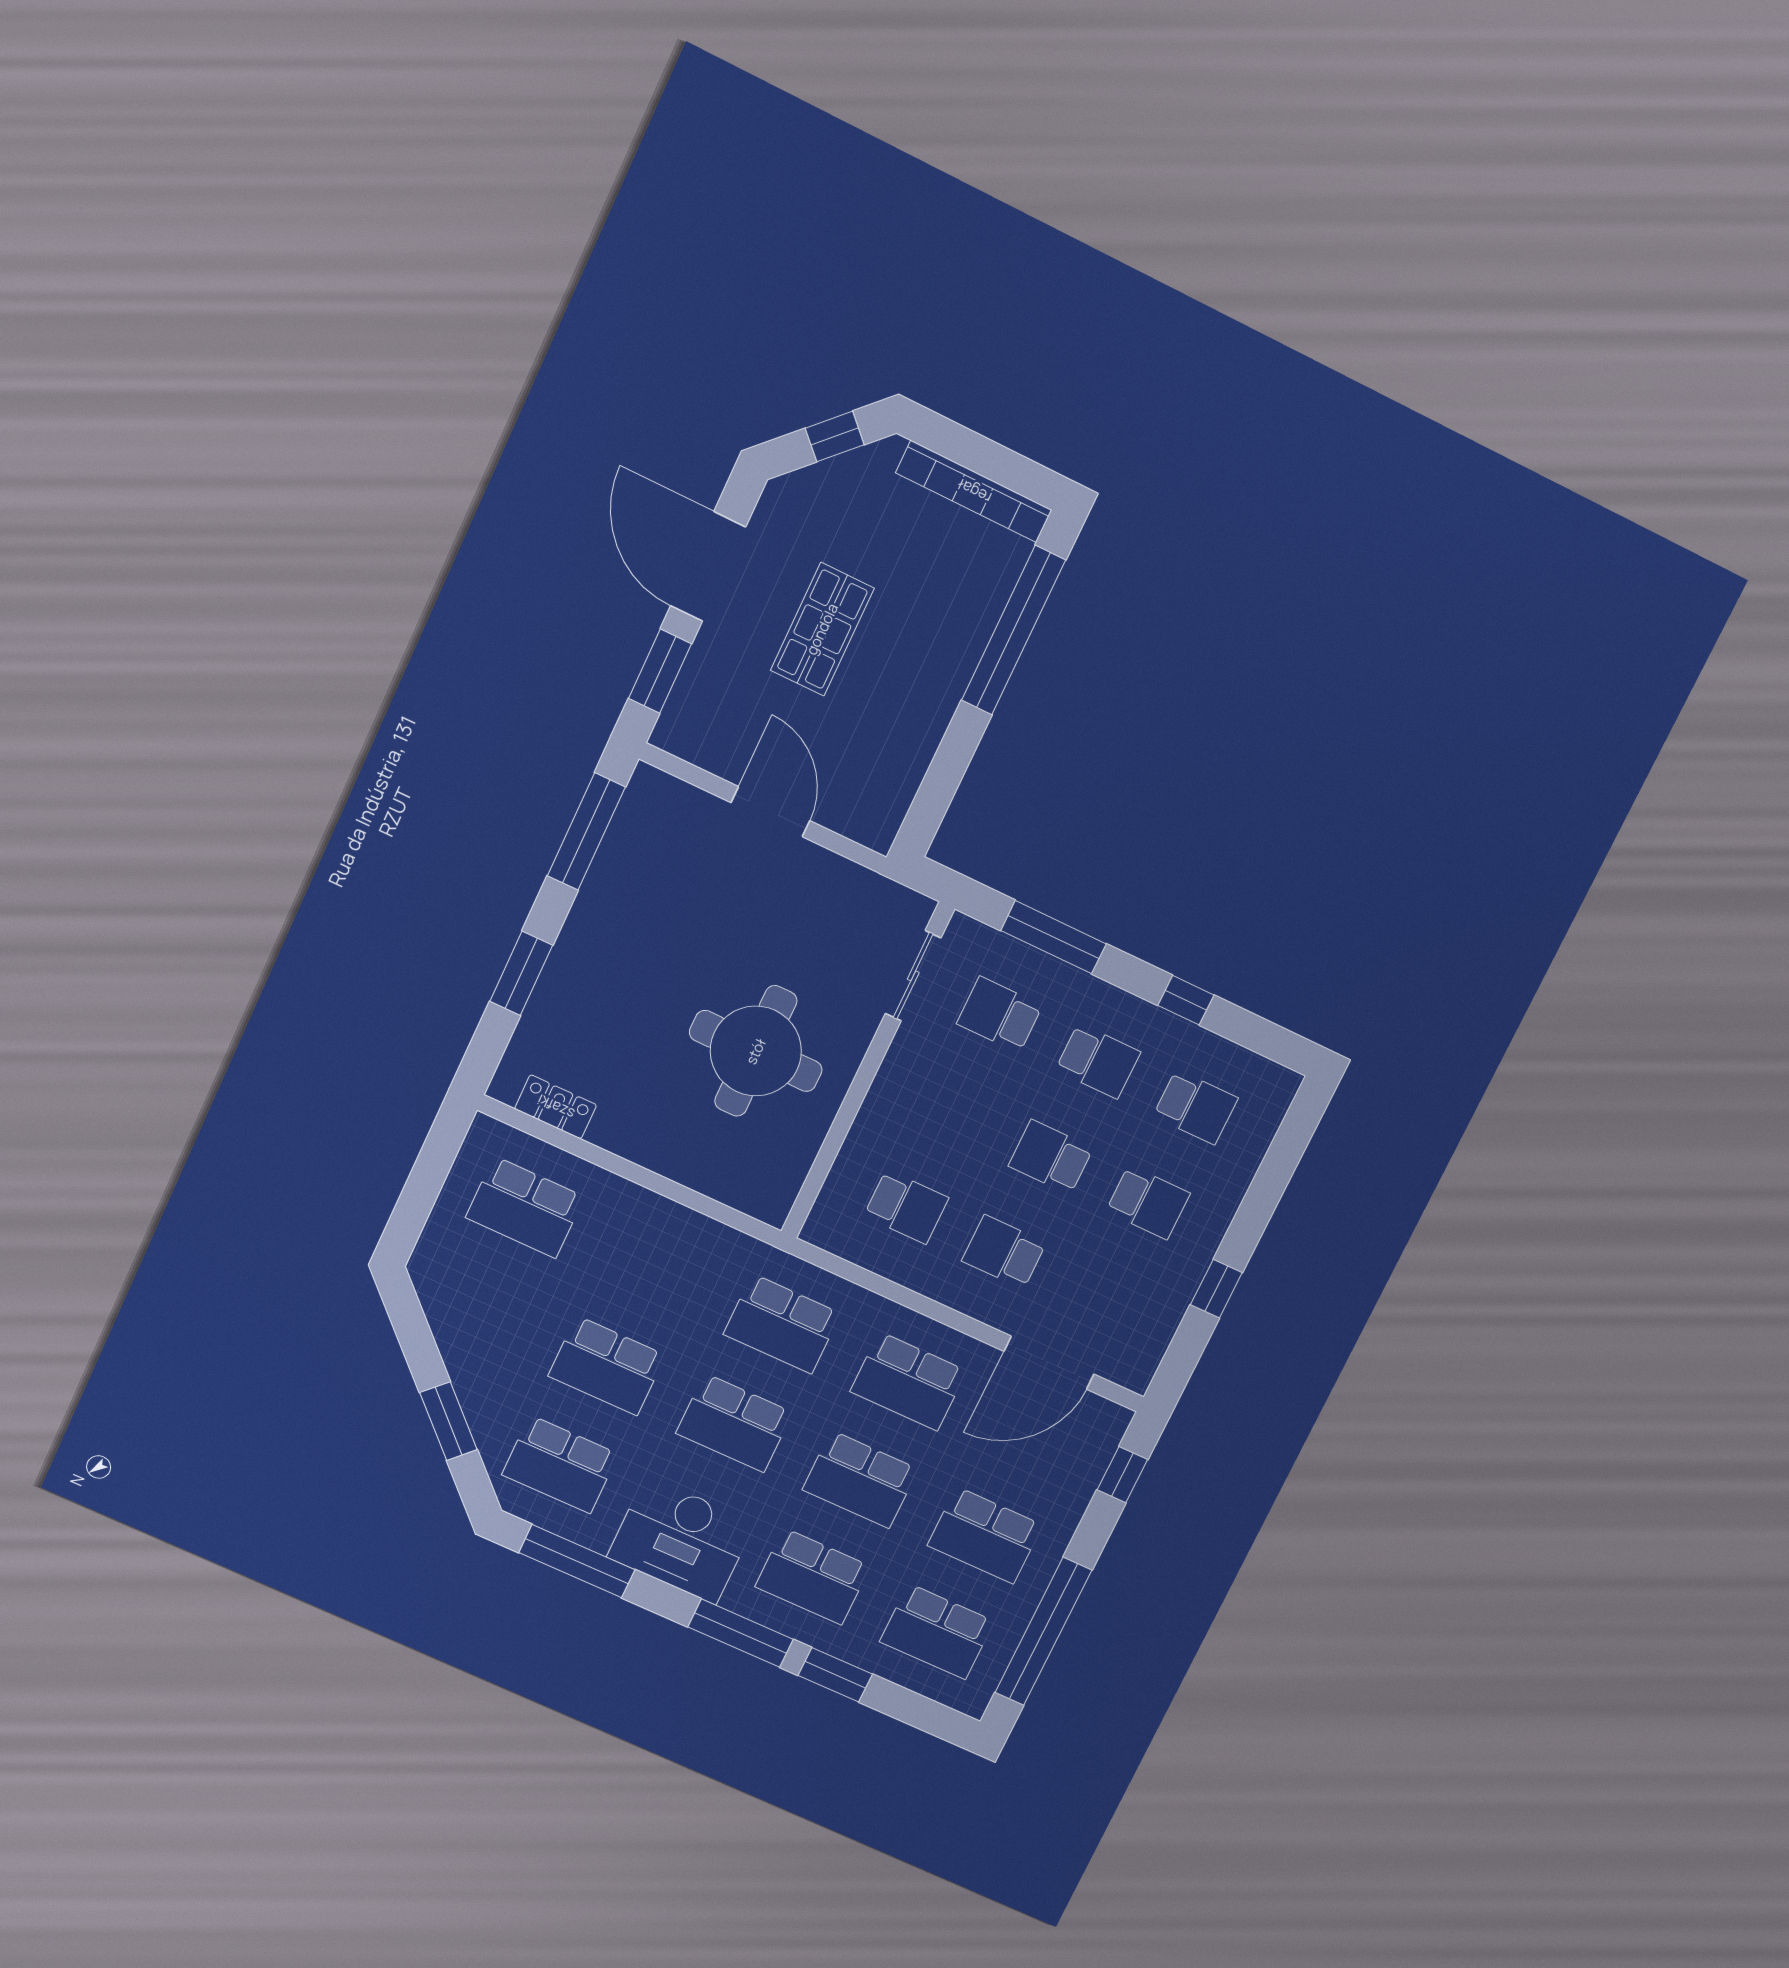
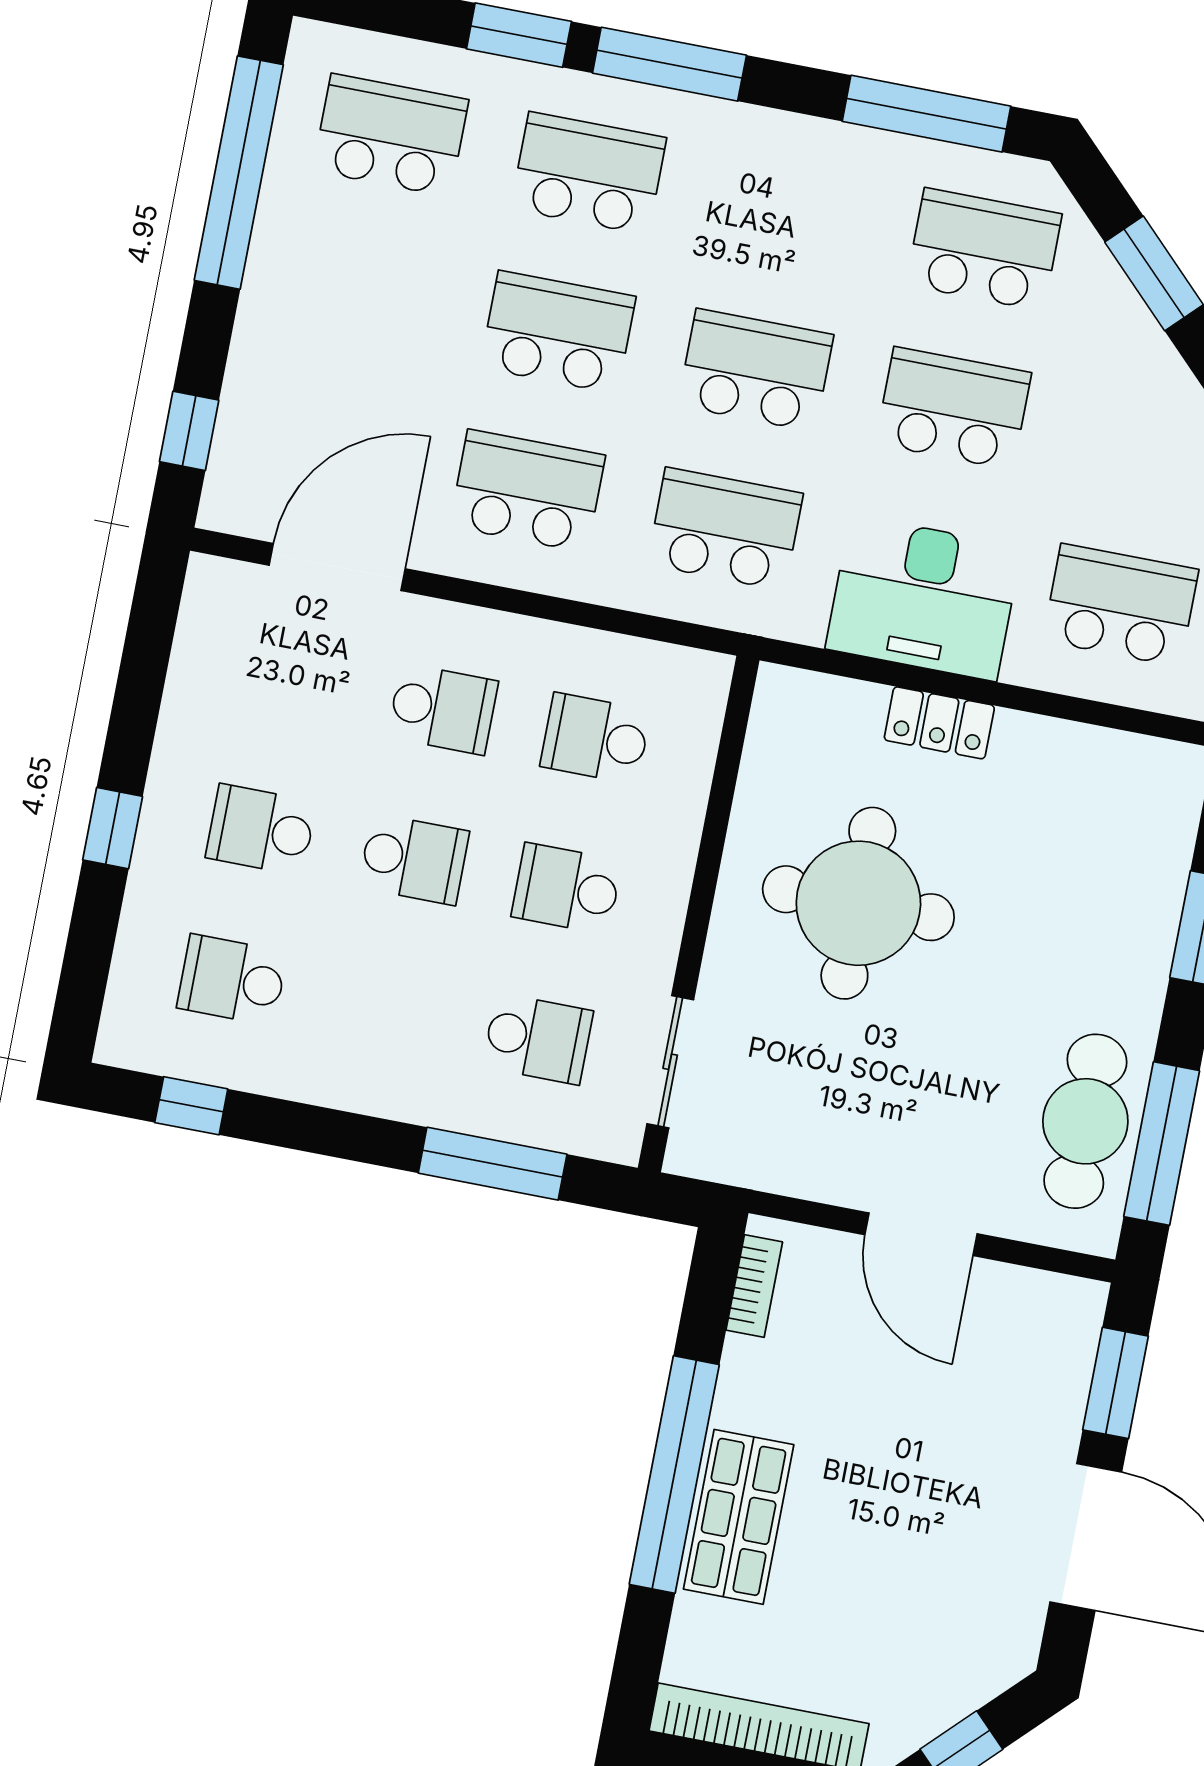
shop shelf: (822, 629) -> (739, 1517), moved
window: (1014, 630) -> (674, 1475), moved
bookcase: (896, 806) -> (754, 1286), added
cafe table: (636, 861) -> (1085, 1121), added
window: (1186, 1000) -> (191, 1106), moved
school desk: (1098, 1061) -> (567, 889), moved
locker: (556, 1107) -> (939, 723), moved
window: (1216, 1289) -> (113, 828), moved
school desk: (985, 1535) -> (360, 294), removed
desk: (681, 1540) -> (924, 598), moved, turned 180

